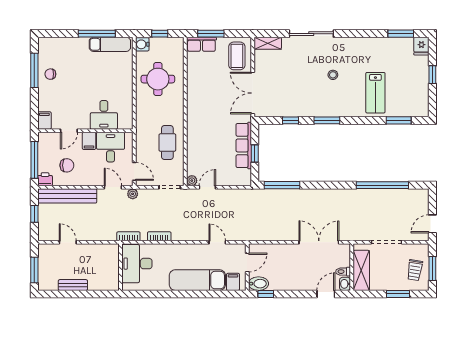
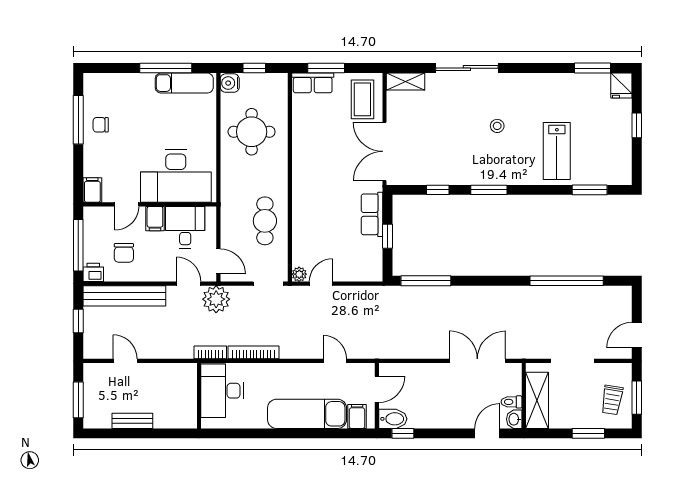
desk: (104, 115) -> (176, 176), width x1.87, depth x1.30
row of seats: (244, 145) -> (372, 214), width x0.68
chair: (67, 165) -> (124, 253), turned 90
plant: (133, 194) -> (216, 299), width x1.88, depth x1.88
bookcase: (159, 236) -> (253, 352), width x1.56

